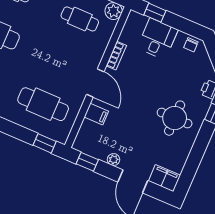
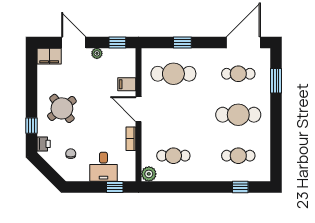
chair: (191, 45) -> (71, 154), moved
round table: (175, 118) -> (62, 108), turned -38
window: (45, 143) -> (182, 42), moved

